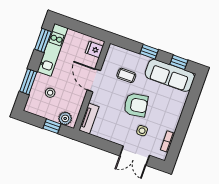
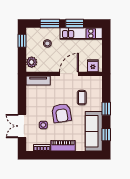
window: (43, 40) -> (75, 23), moved
piano: (174, 117) -> (63, 146), added
window: (52, 126) -> (22, 41), moved

